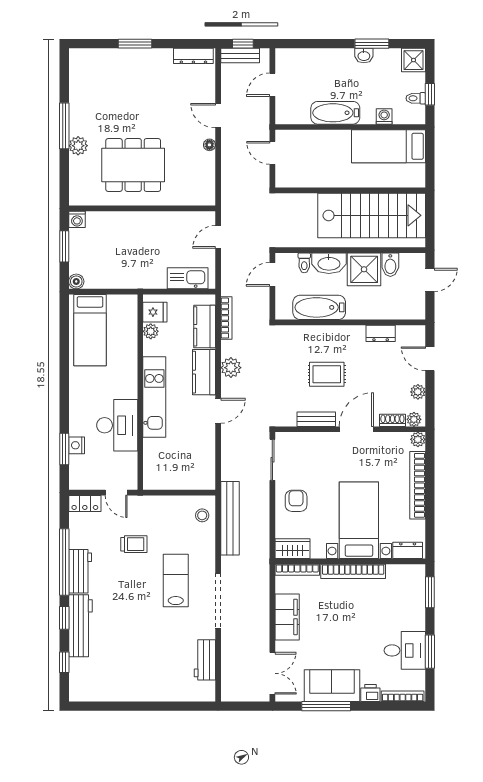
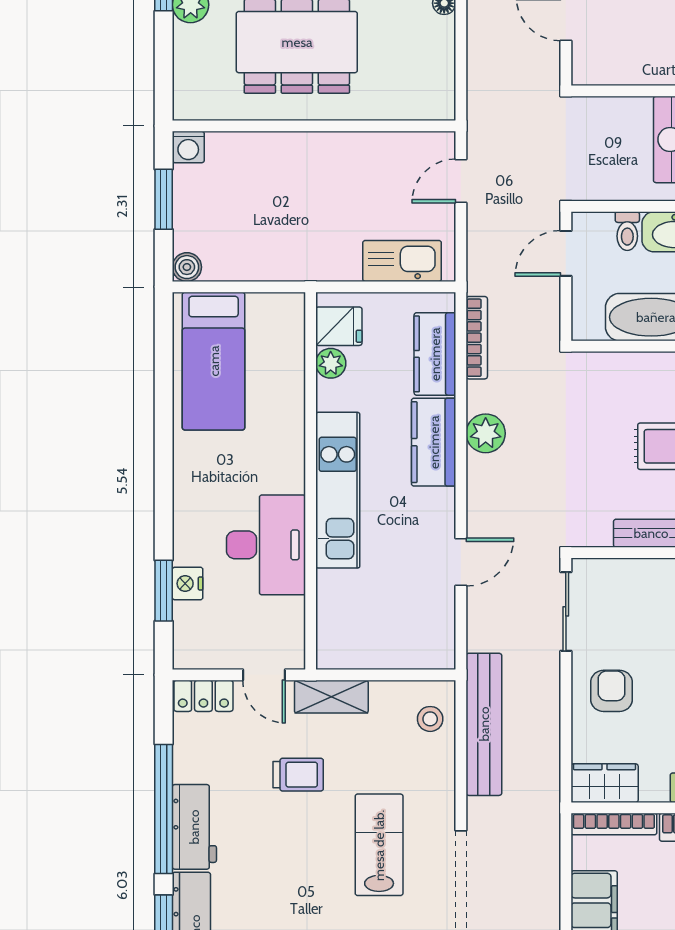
door: (218, 411) -> (461, 562), moved
shelving: (151, 504) -> (331, 697), added

